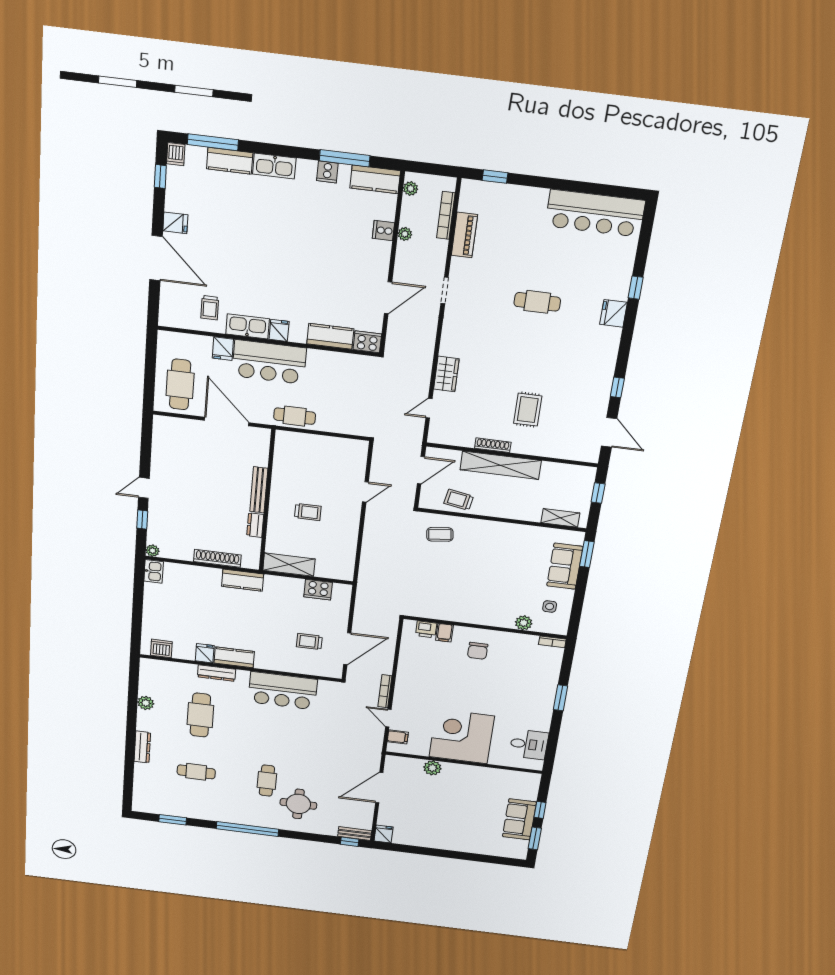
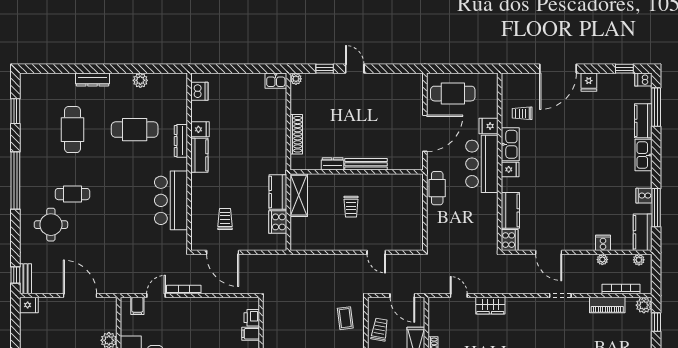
plant: (471, 189) -> (644, 305), added
kitchen counter: (243, 580) -> (278, 192), moved
cafe table: (196, 772) -> (72, 130), width x1.37, depth x1.35

